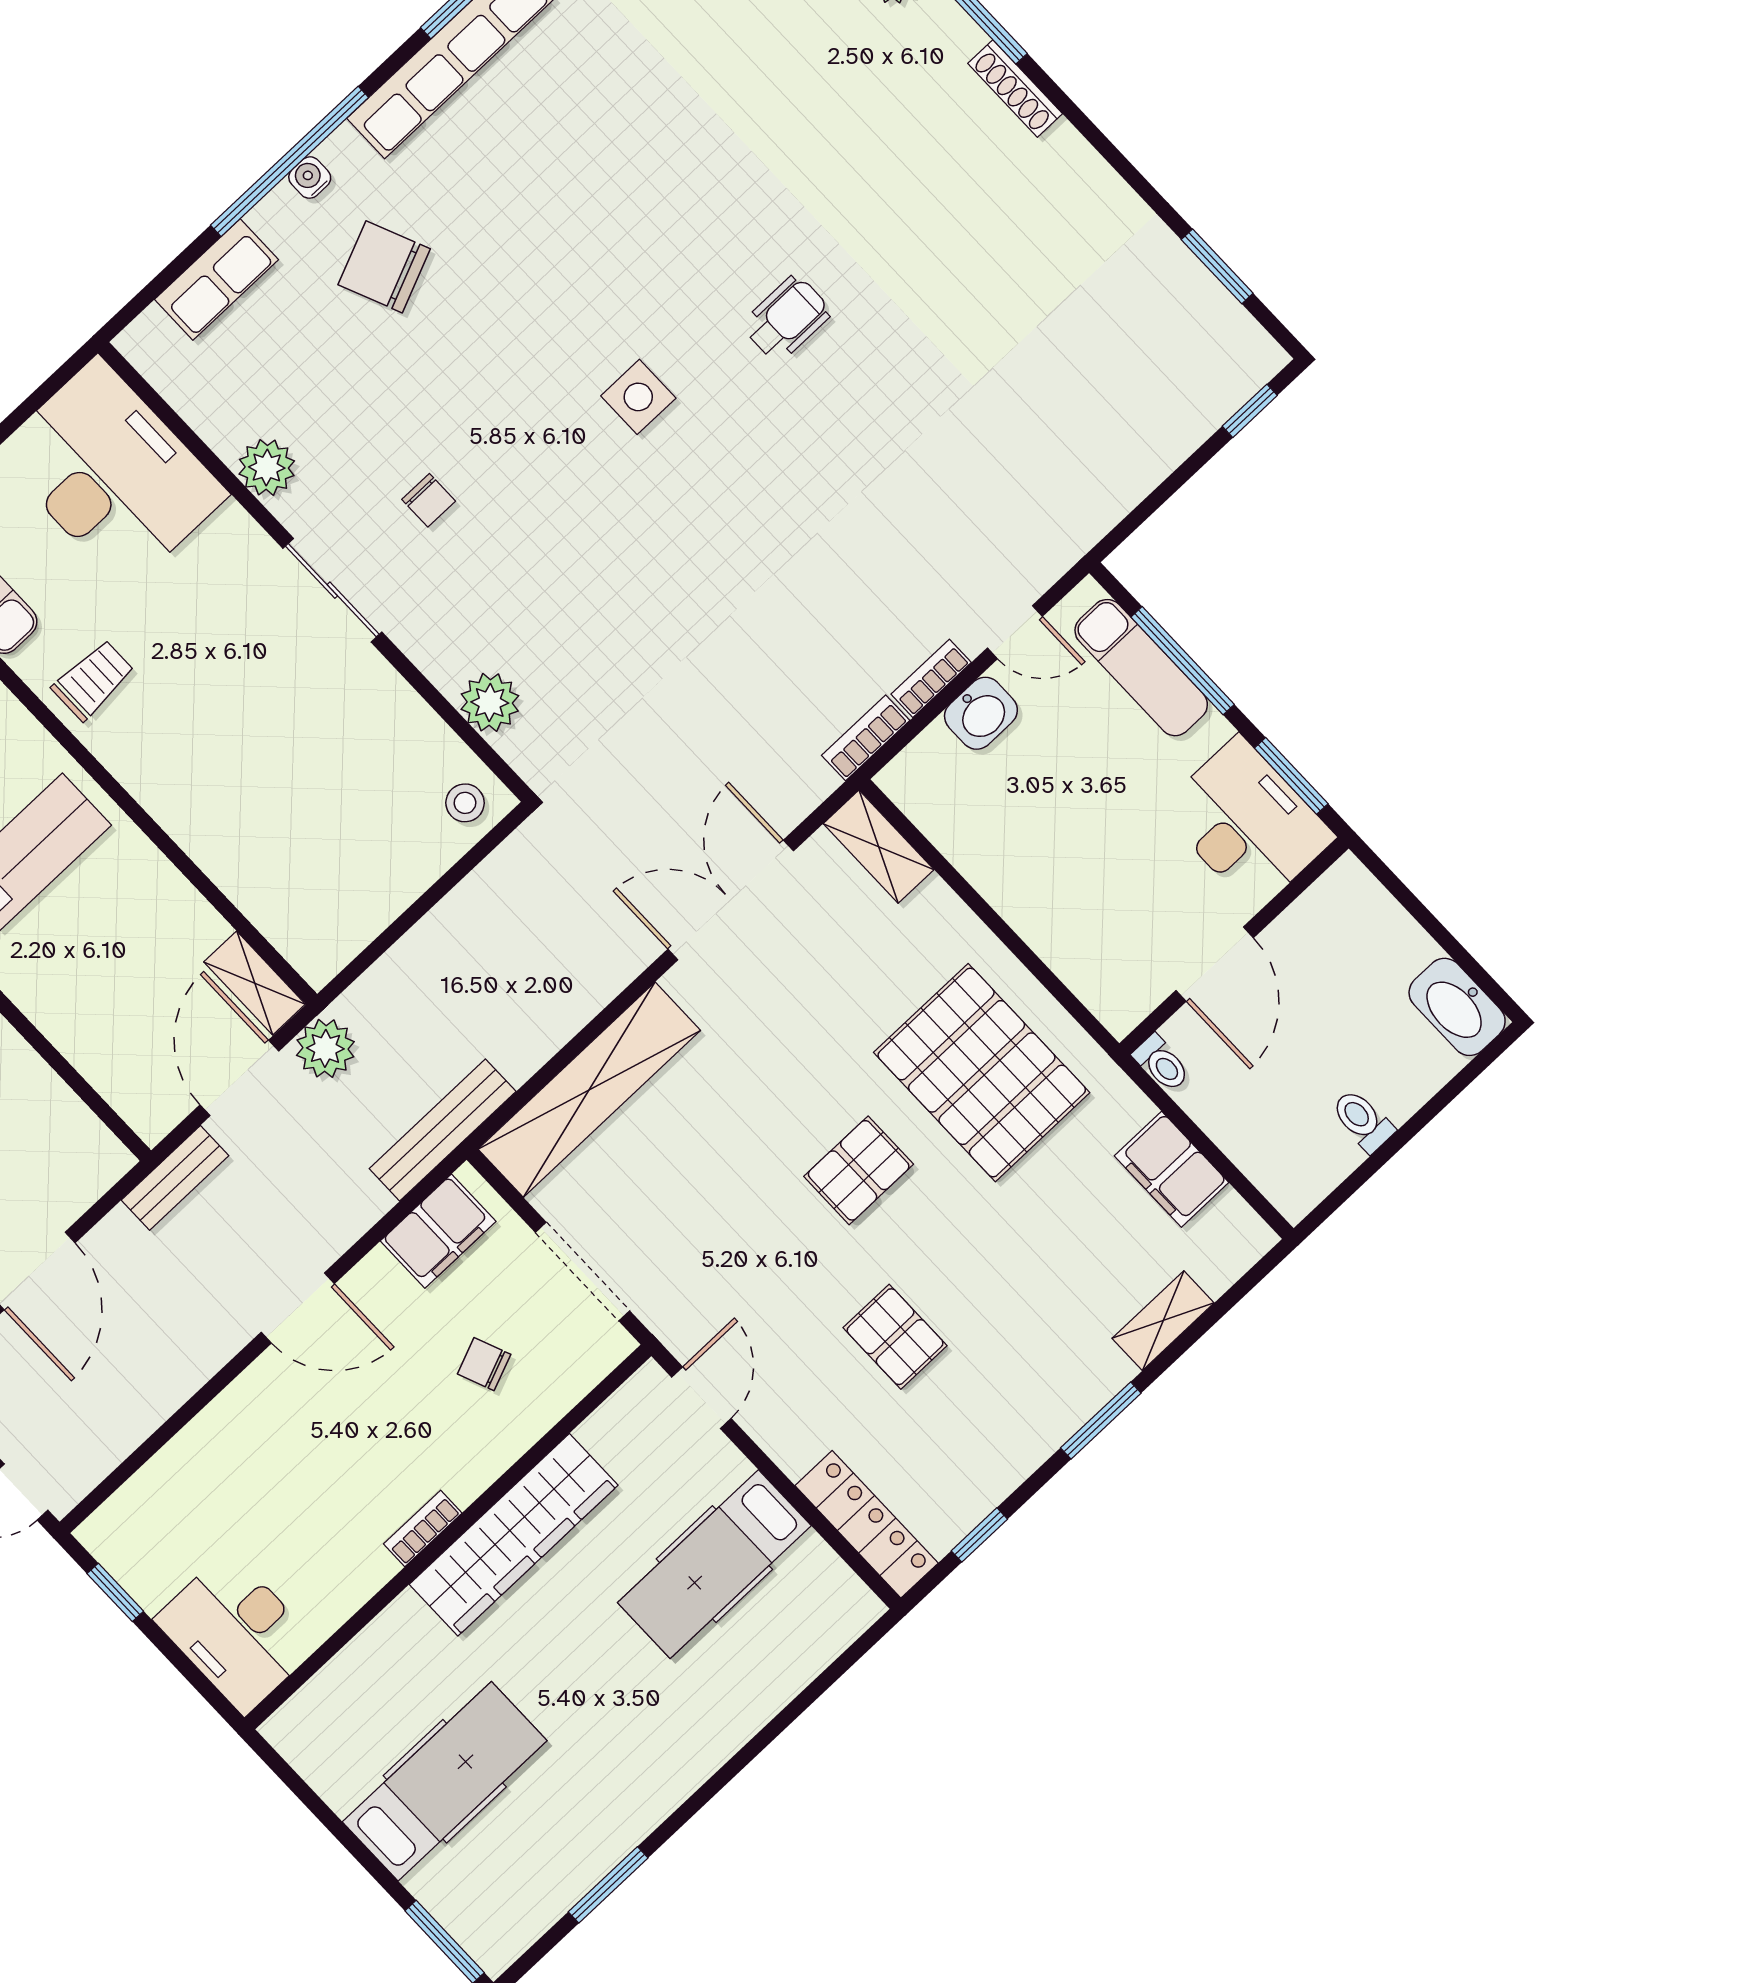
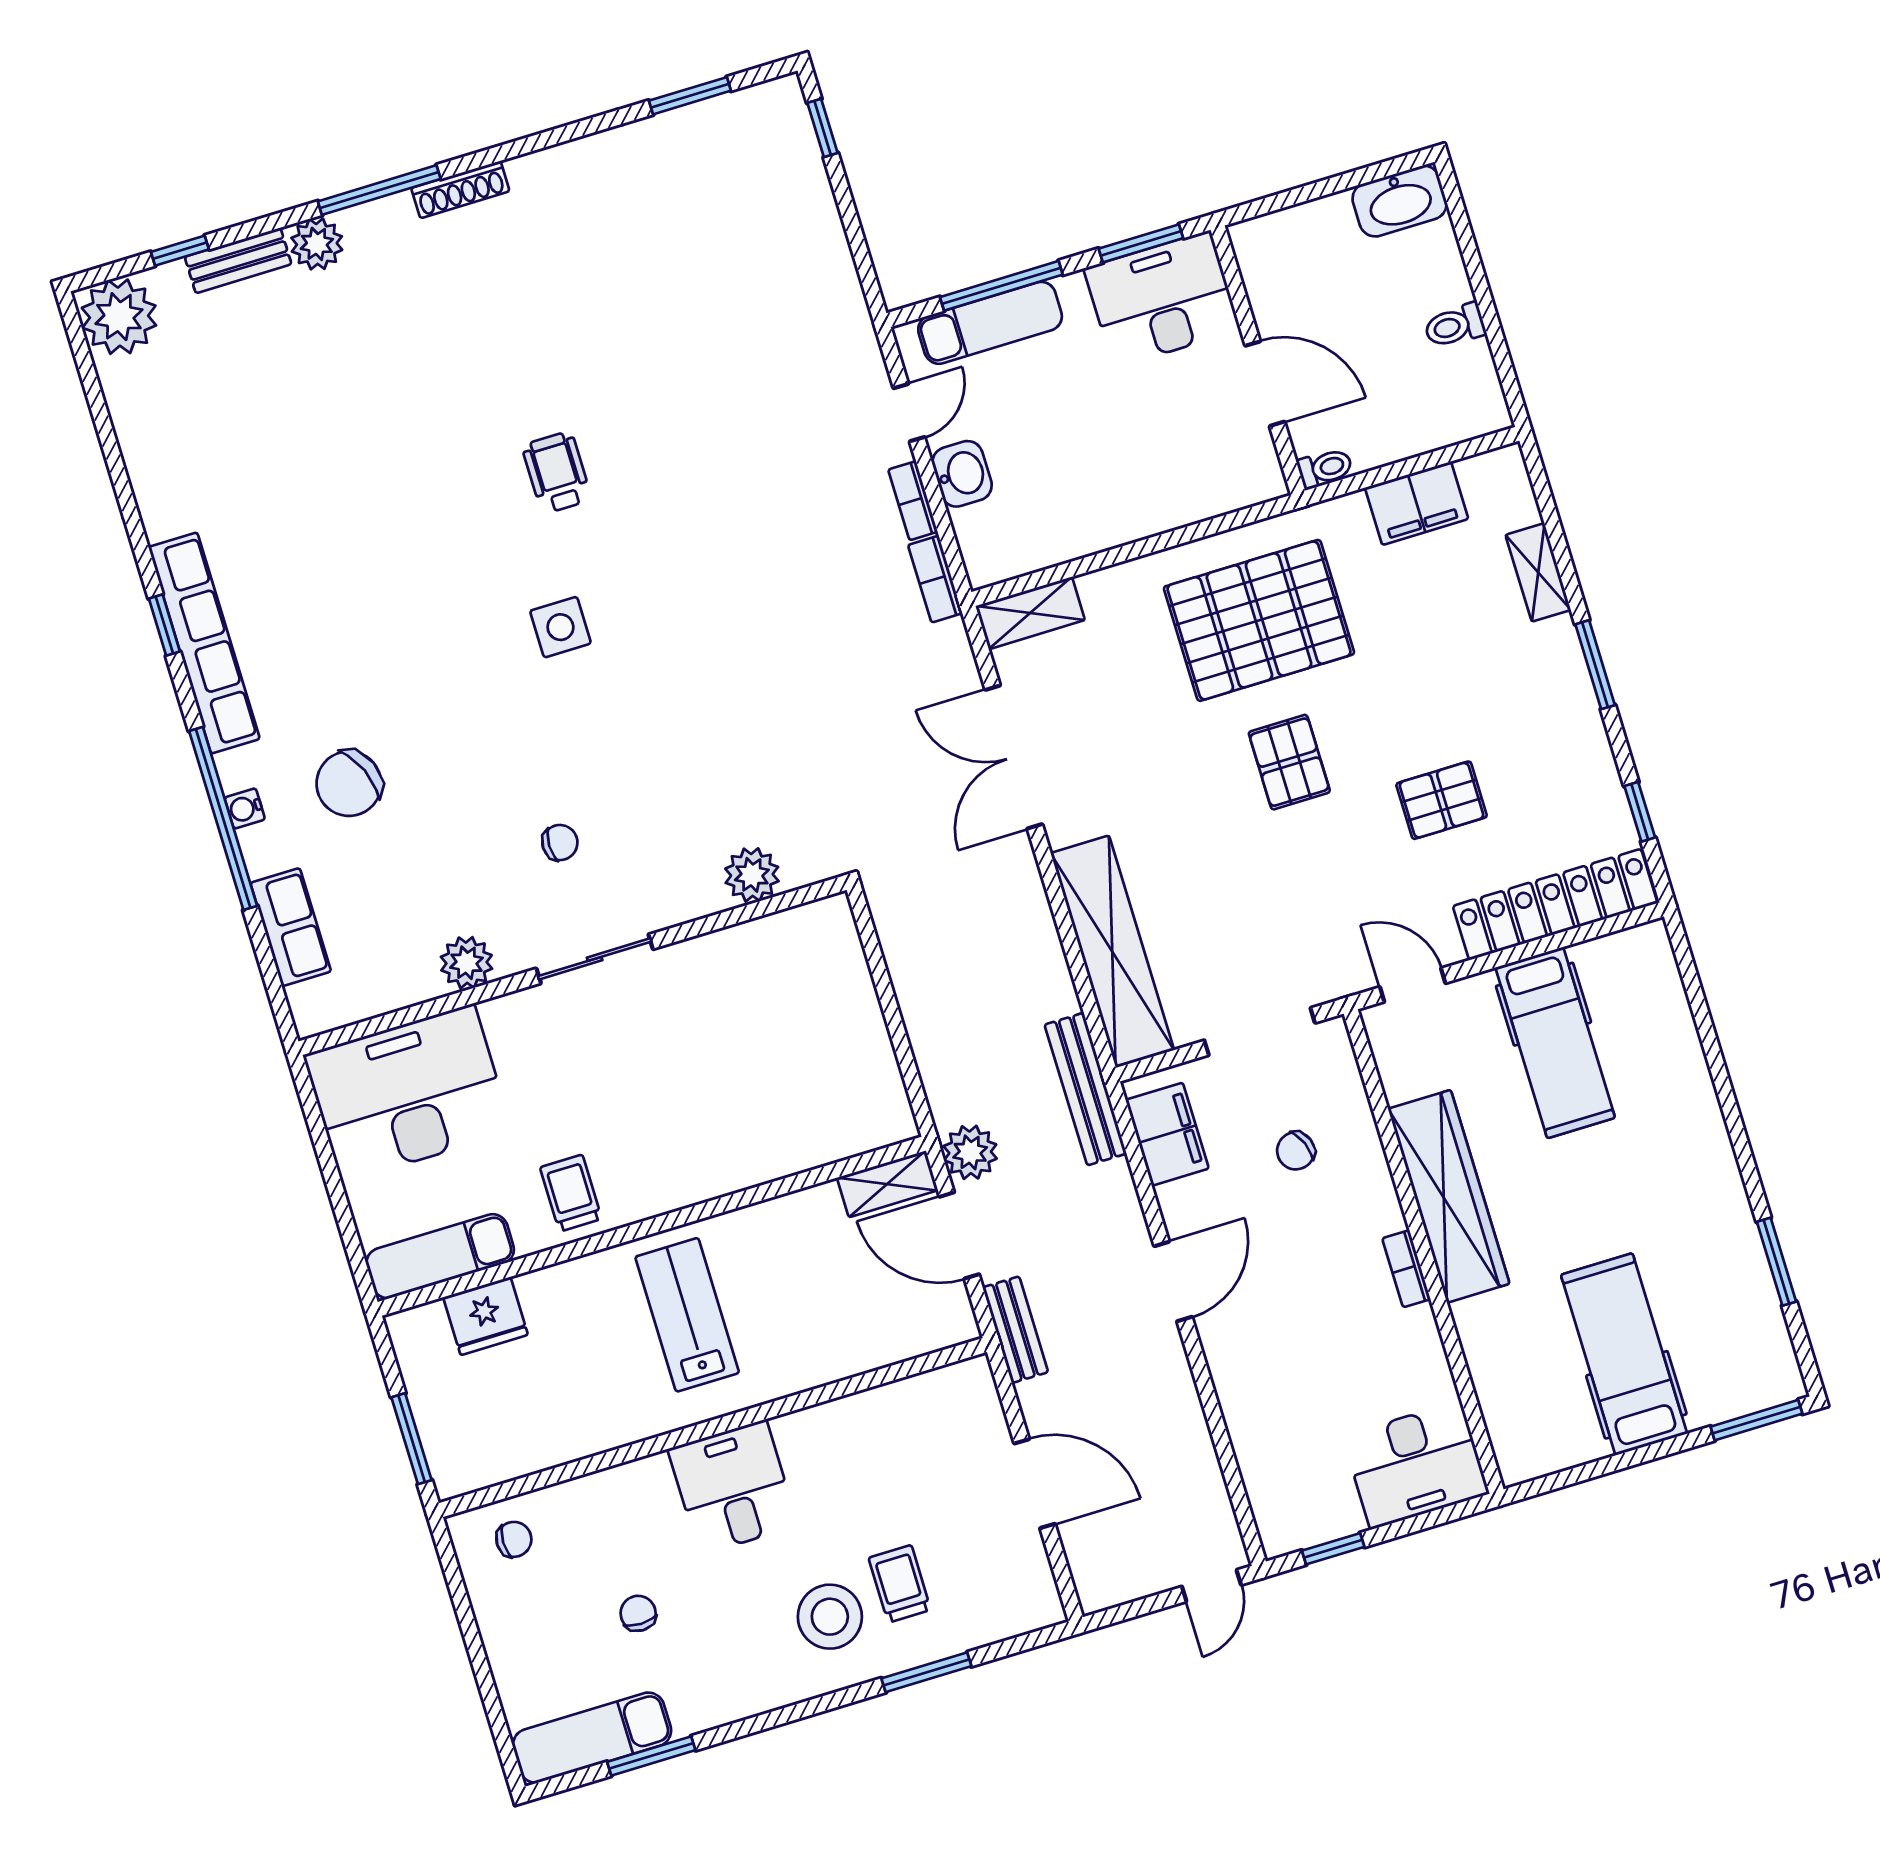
stool: (465, 803) -> (825, 936), removed
locker: (867, 1524) -> (1555, 905), width x1.41, depth x1.21

